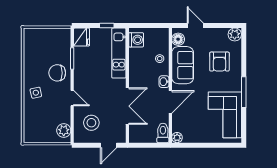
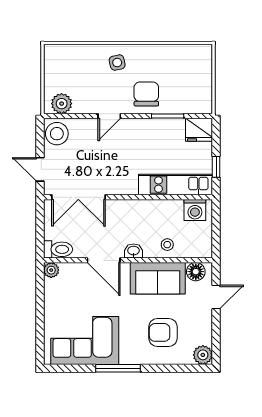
double door: (127, 106) -> (78, 197), moved
stool: (91, 123) -> (57, 134), moved

